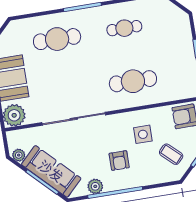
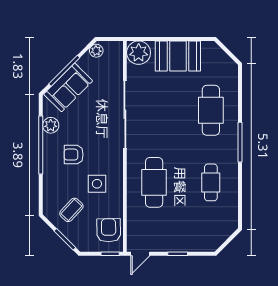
sofa: (51, 171) -> (68, 88), width x0.73

